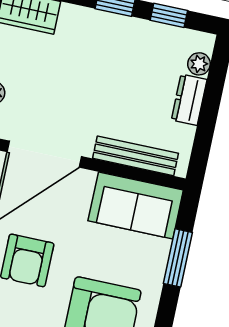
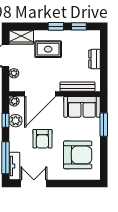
rug: (85, 53) -> (48, 49), added
plant: (199, 64) -> (95, 44), removed

